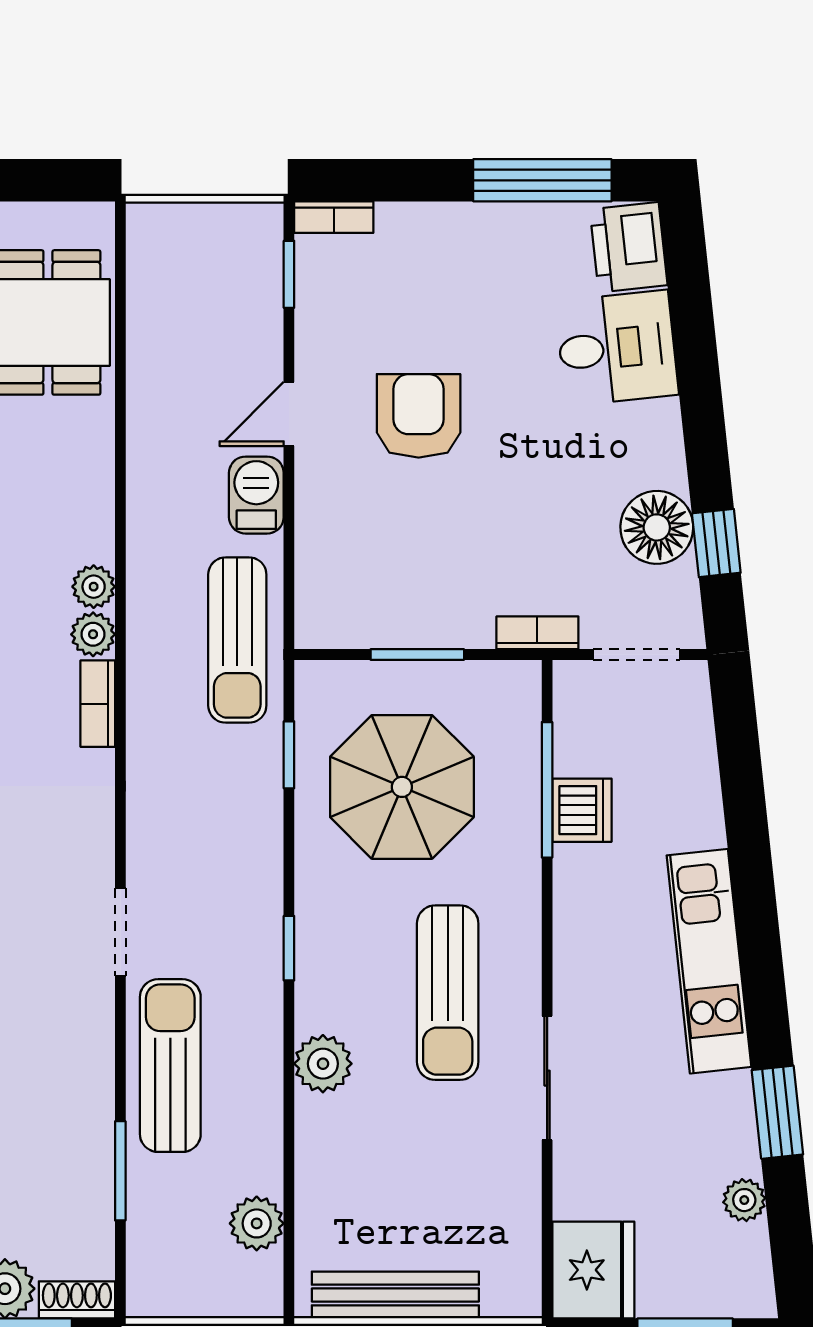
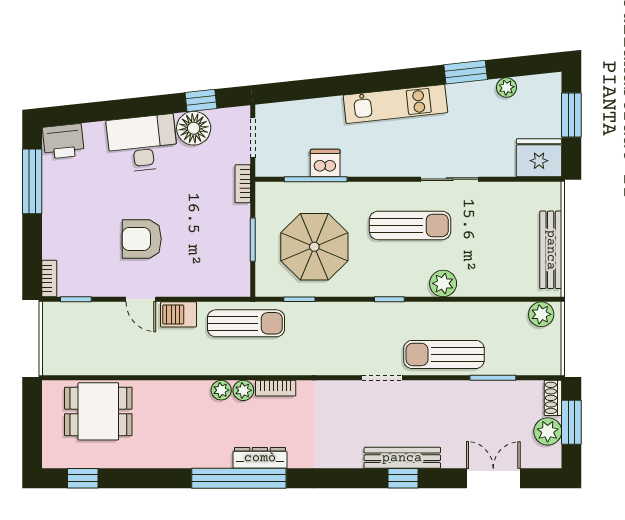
desk: (617, 348) -> (142, 143), moved, width x1.37
plant: (257, 1223) -> (541, 314), moved

